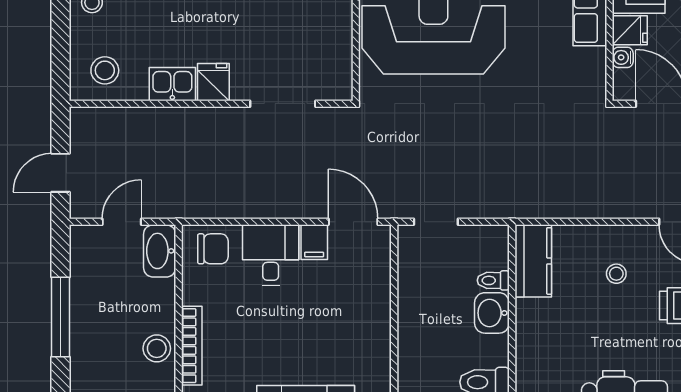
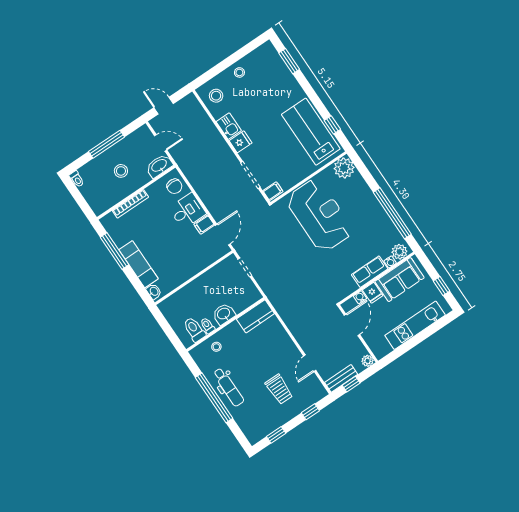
filing cabinet: (337, 84) -> (273, 191), added
stool: (616, 274) -> (216, 347), moved
toilet: (493, 280) -> (207, 326), moved
stool: (157, 348) -> (121, 171), moved

